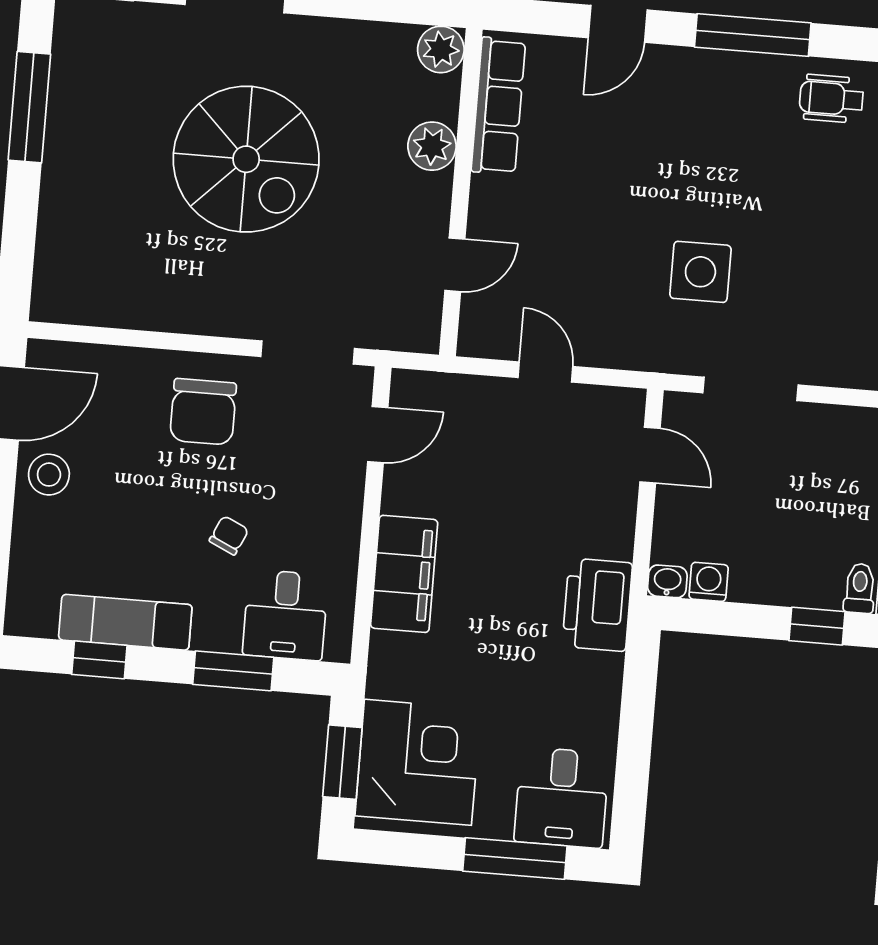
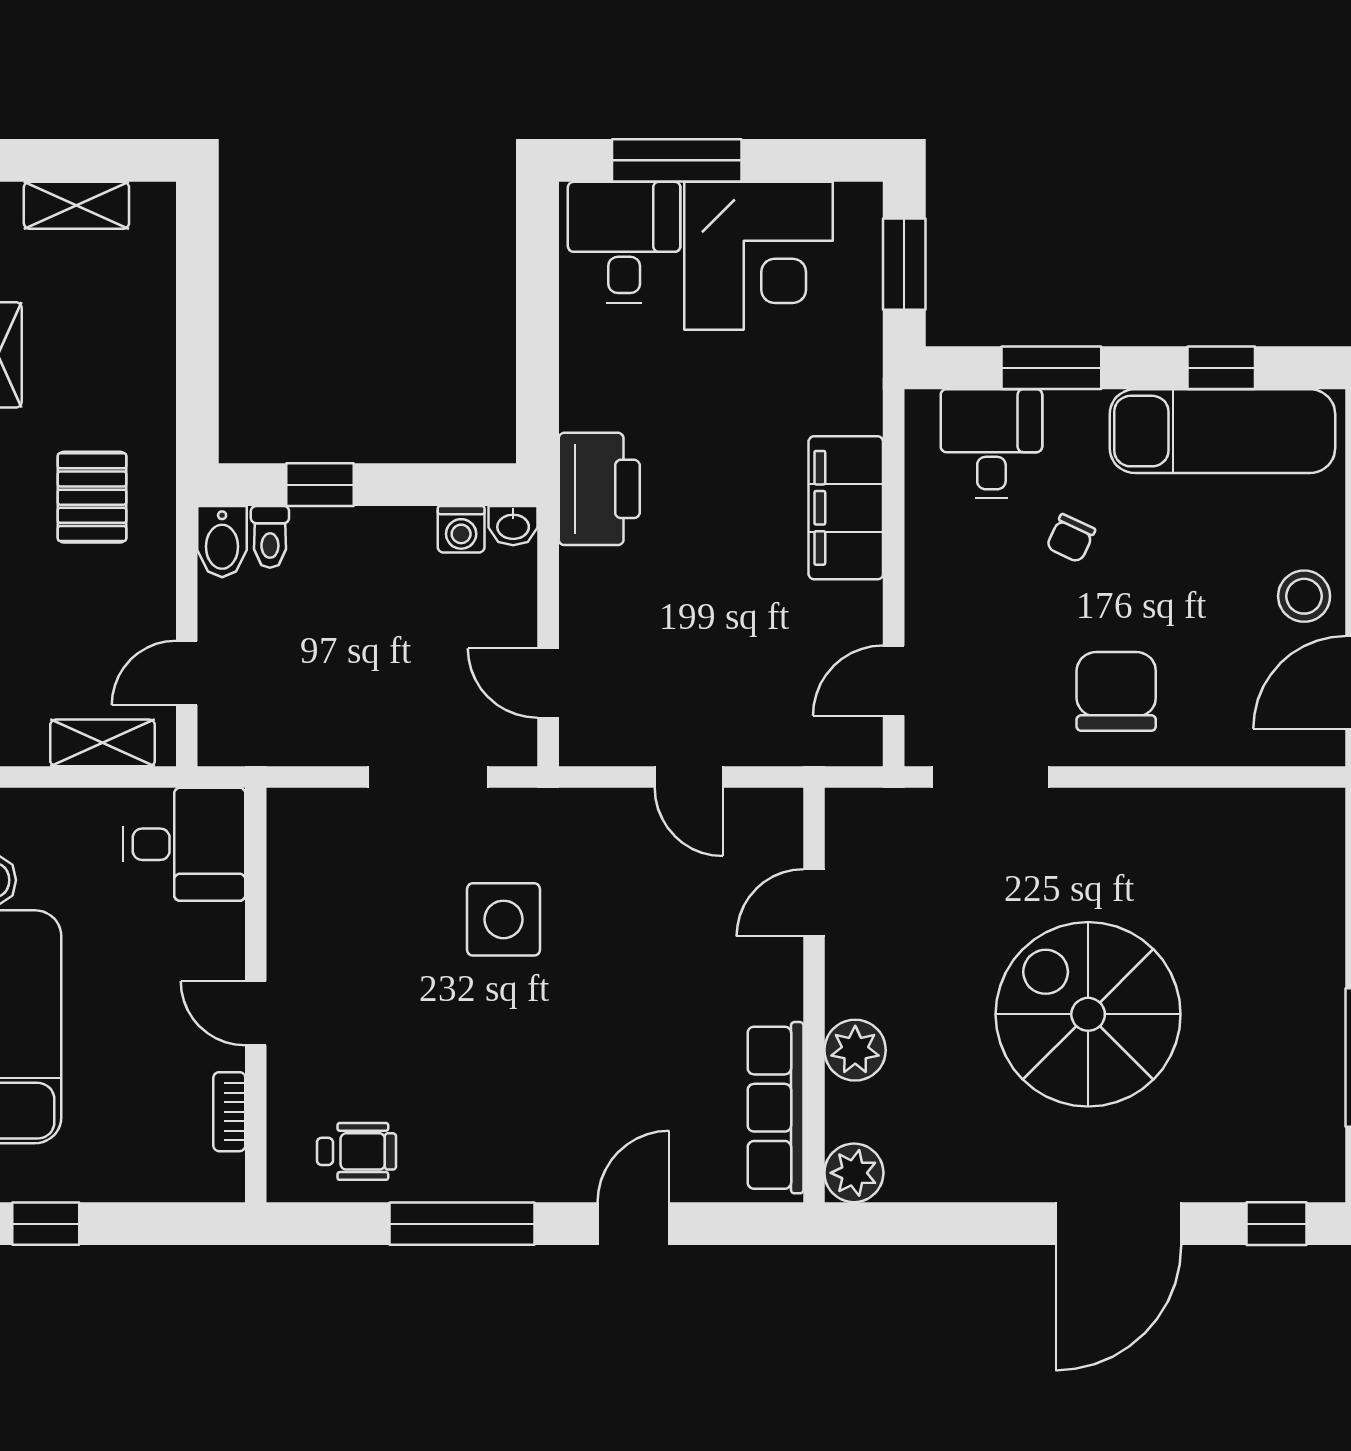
exam couch: (125, 622) -> (1222, 431), width x1.36, depth x1.45
corner desk: (418, 762) -> (758, 256), moved, turned -90

